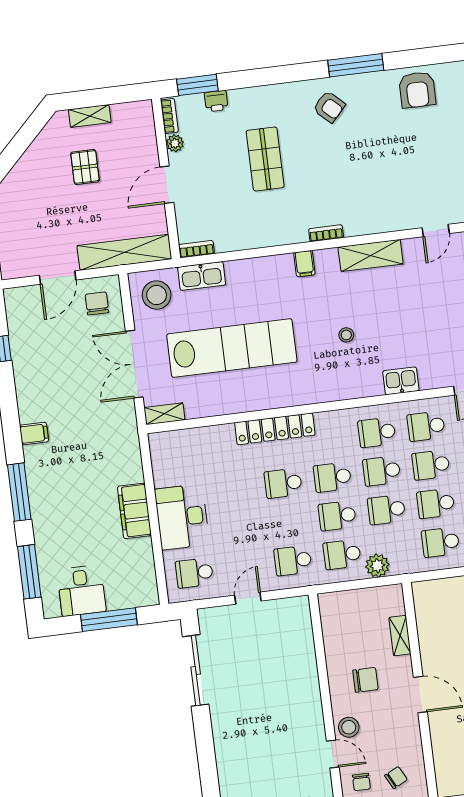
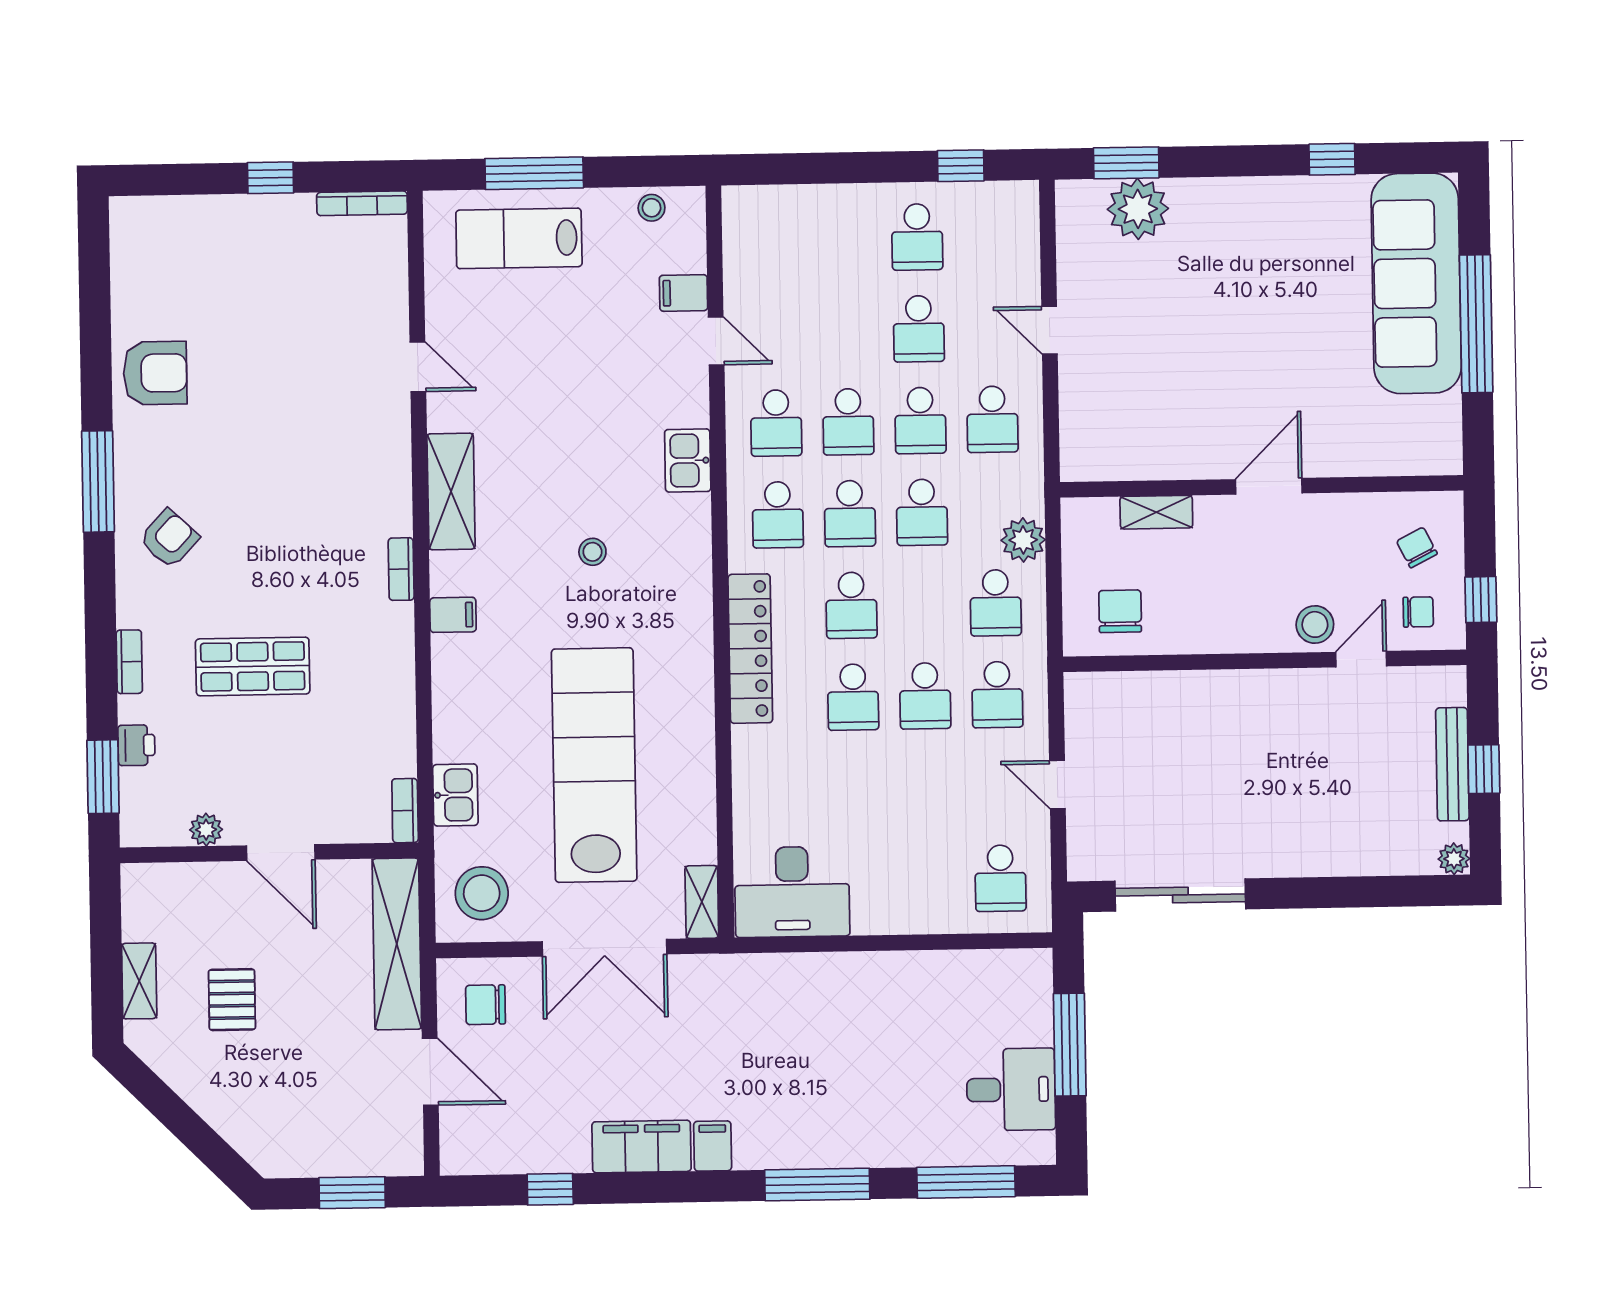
bookcase: (169, 116) -> (129, 662), moved, turned 90
pallet: (85, 167) -> (232, 1000), turned 90
kitchen sink: (202, 276) -> (455, 795), width x0.73
locker: (275, 429) -> (750, 649), moved
filing cabinet: (134, 511) -> (642, 1147), moved, turned 180
school desk: (337, 516) -> (925, 696), moved
desk: (182, 517) -> (792, 892), moved
chair: (365, 680) -> (1120, 611), moved

